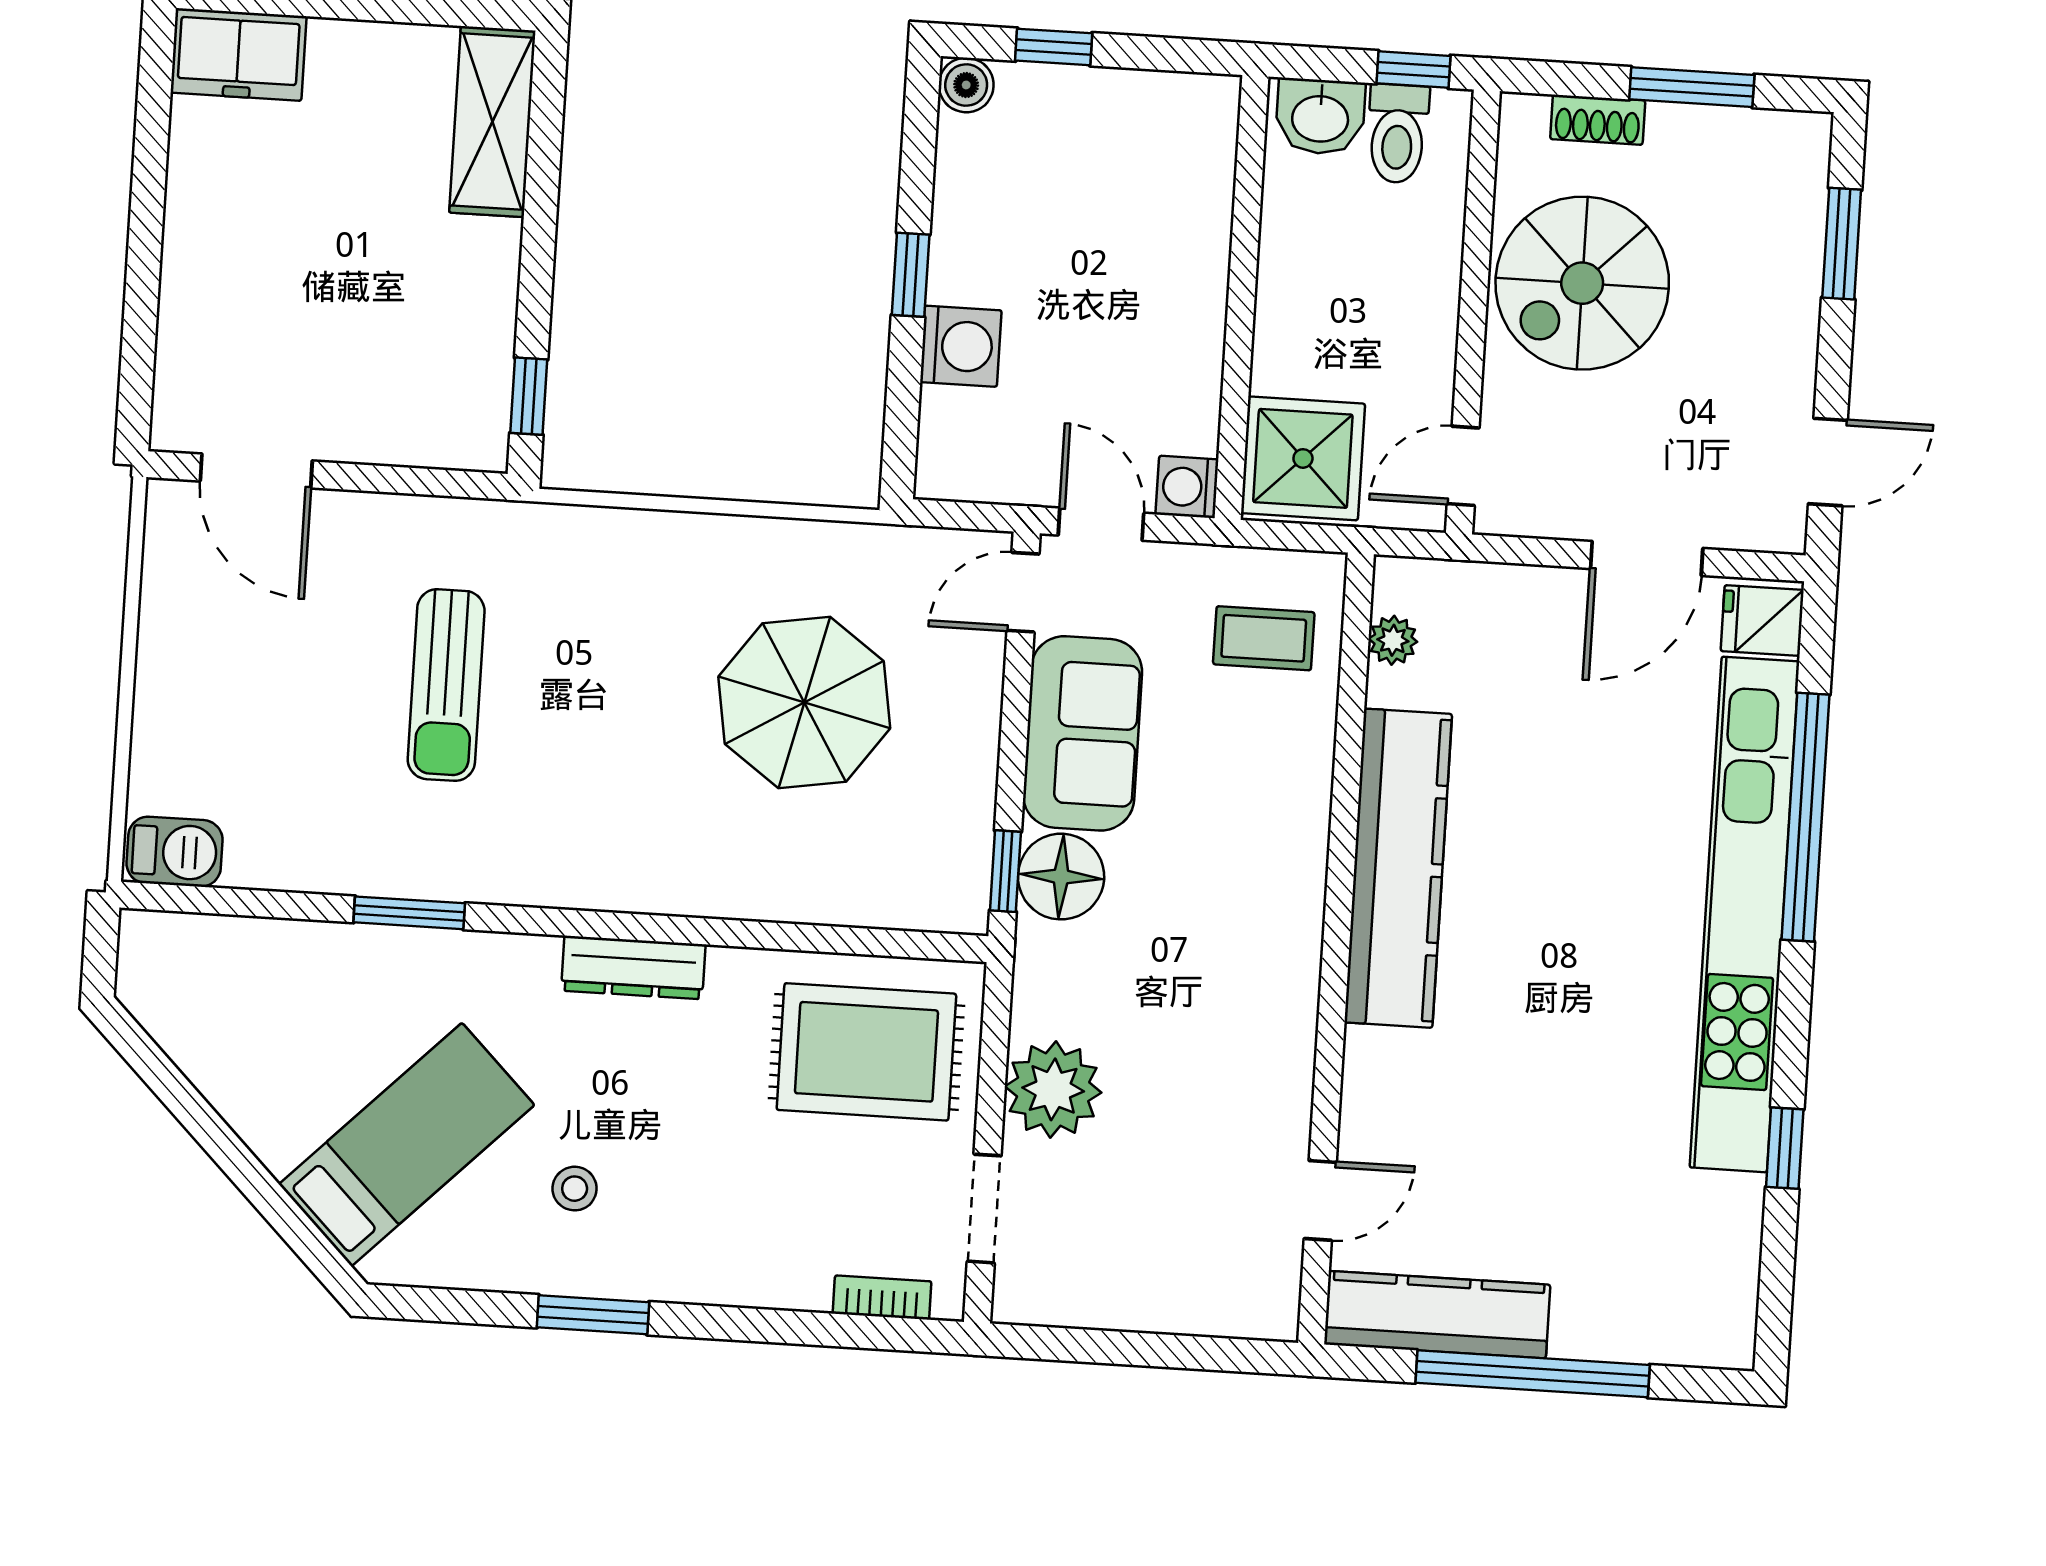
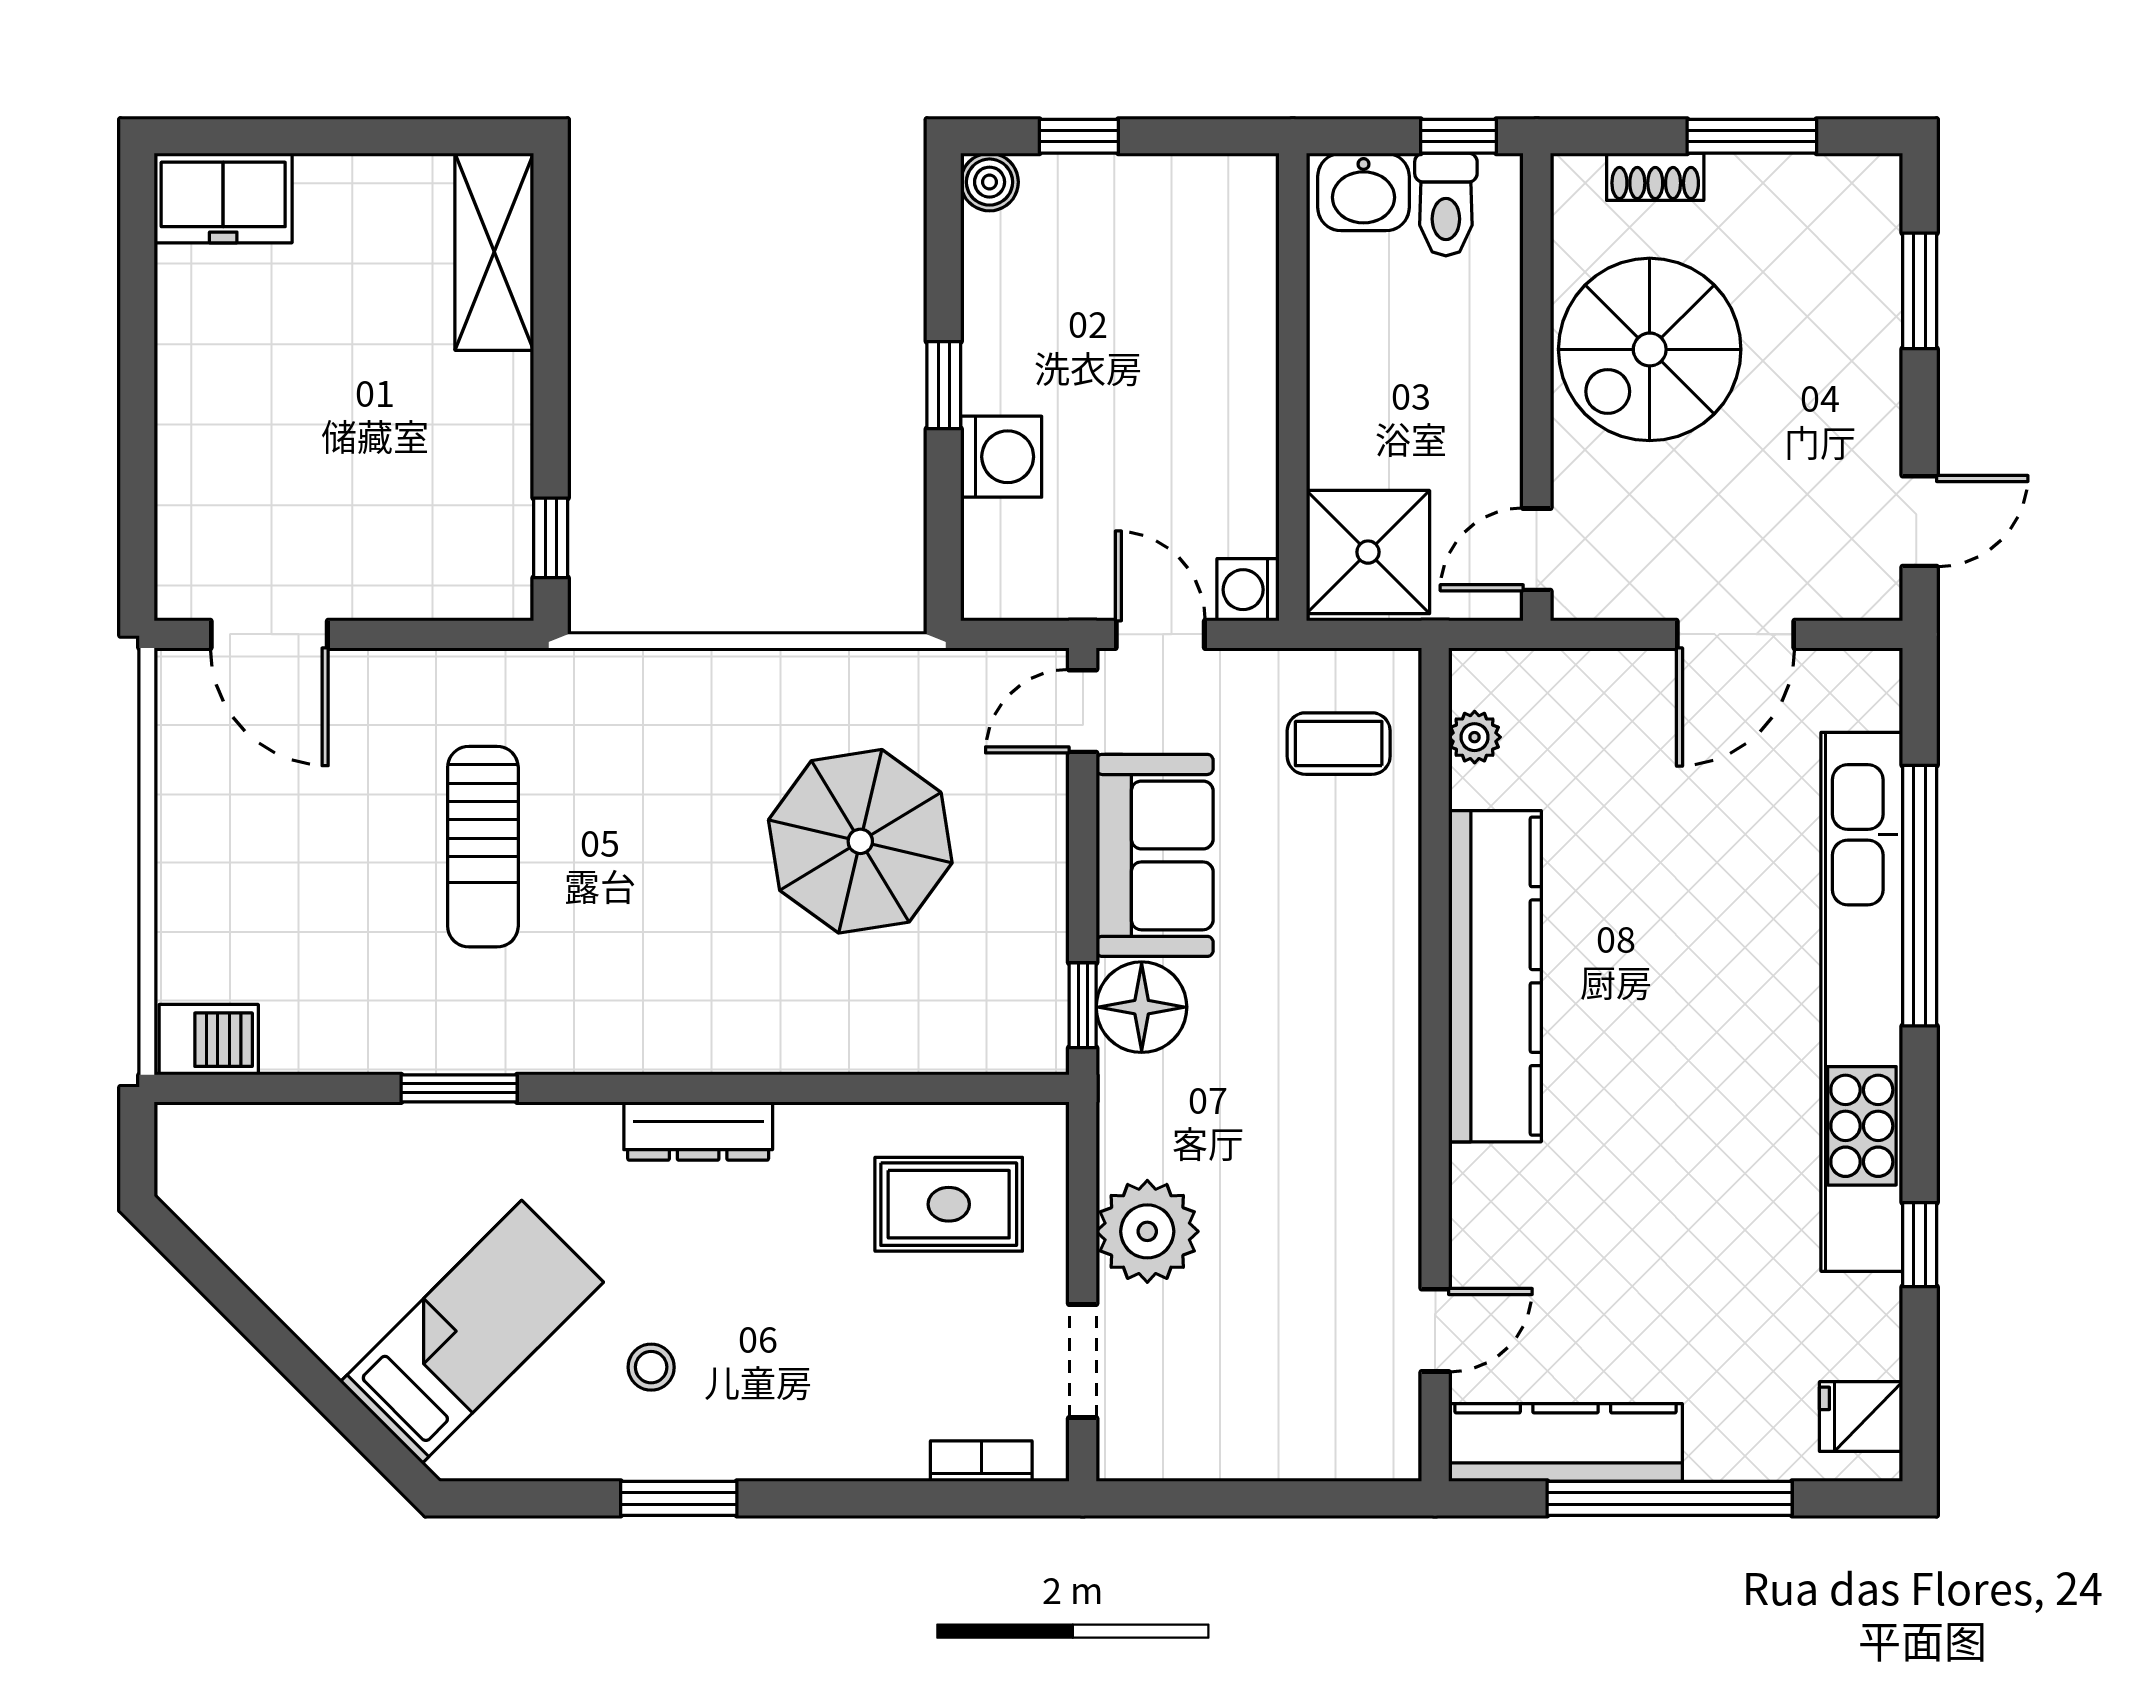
fridge: (1762, 621) -> (1861, 1417), moved
rug: (866, 1052) -> (949, 1204), width x0.73, depth x0.70

